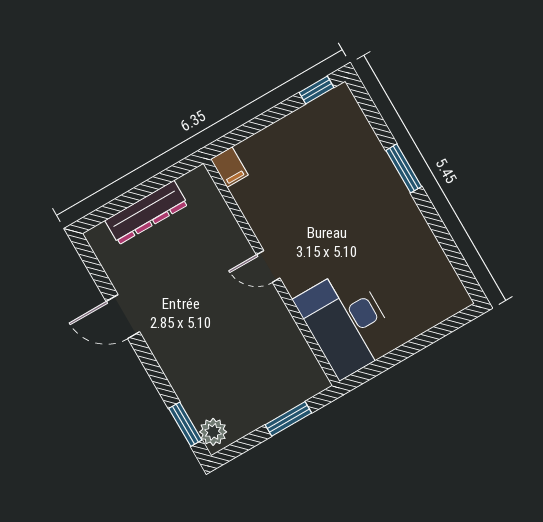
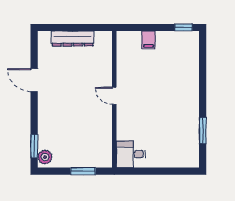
filing cabinet: (229, 167) -> (149, 40), moved
window: (404, 168) -> (203, 131), moved
desk: (346, 323) -> (131, 154), width x0.53, depth x0.77

